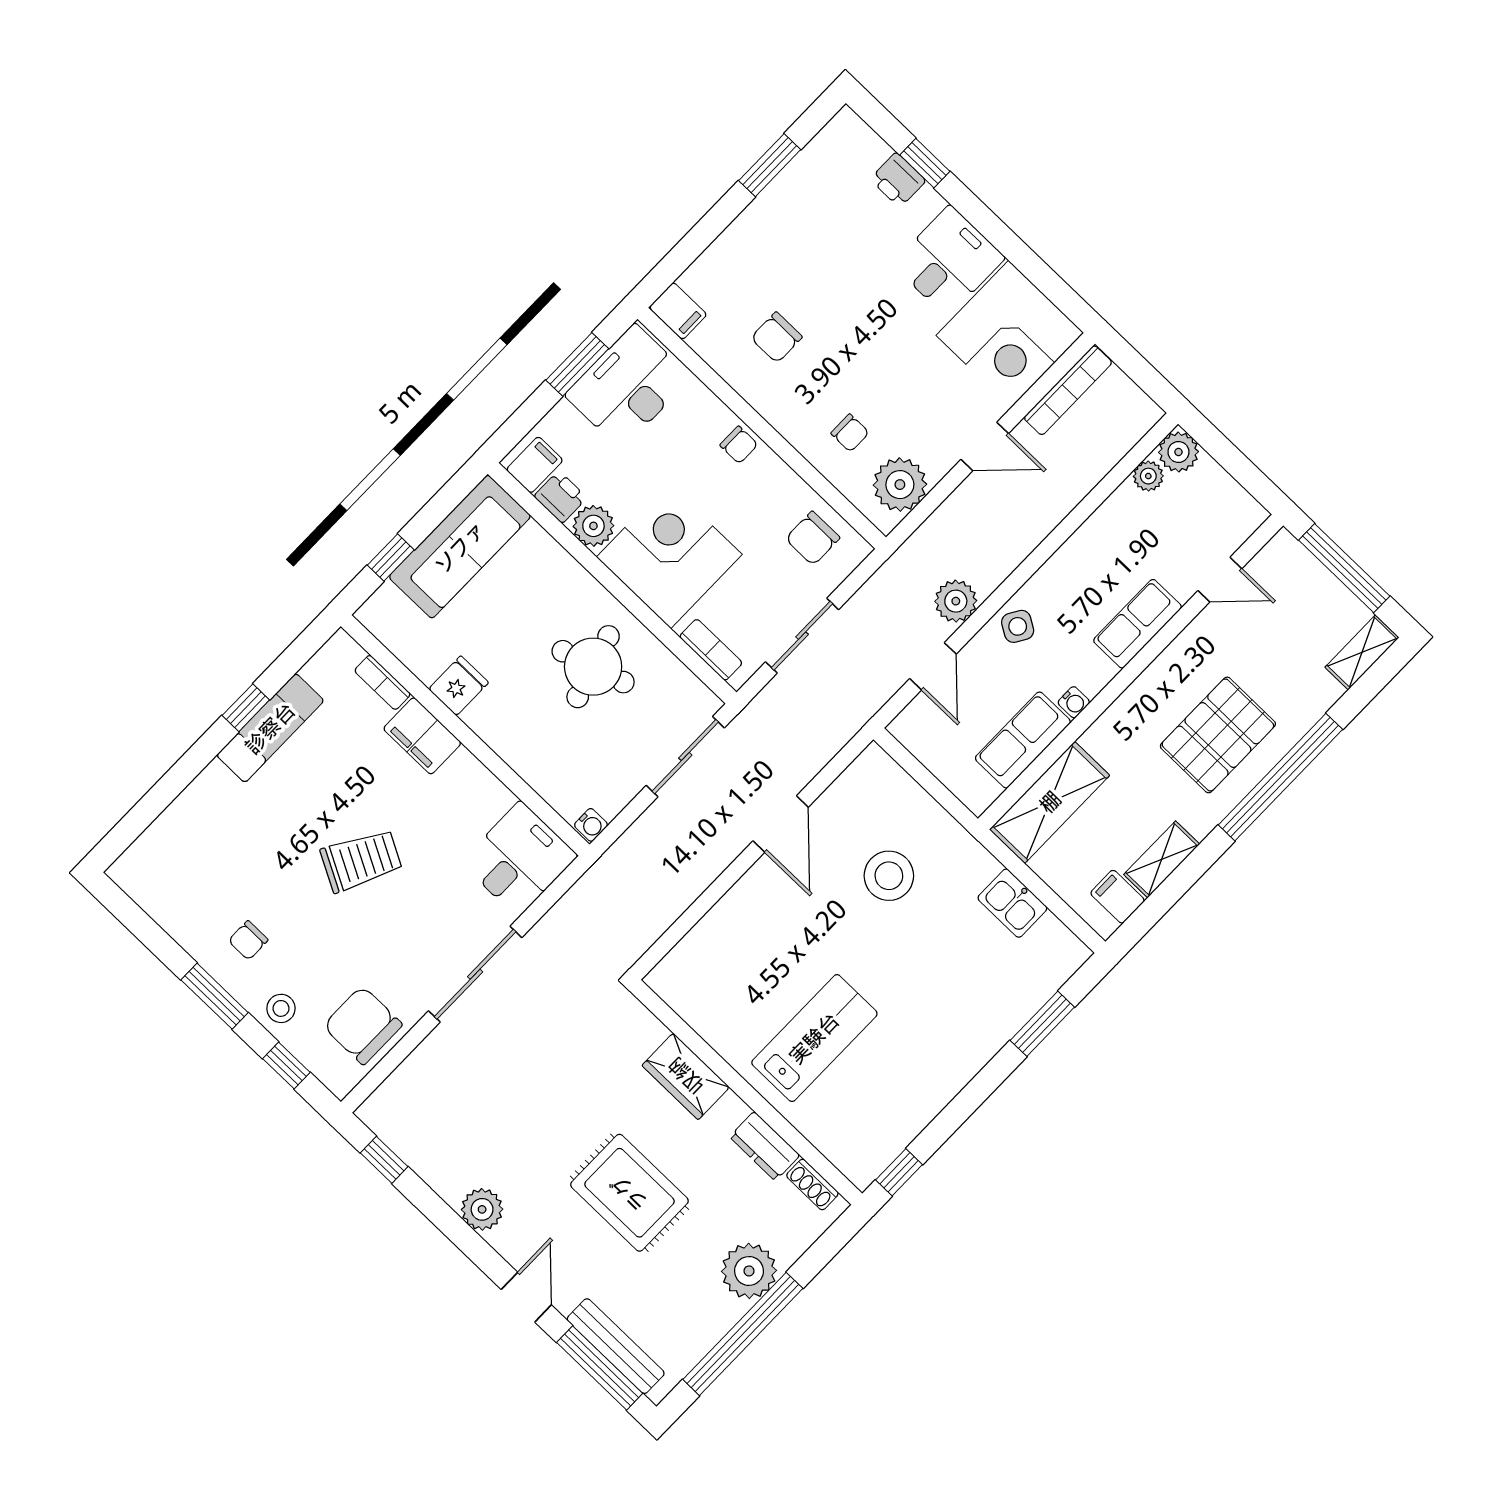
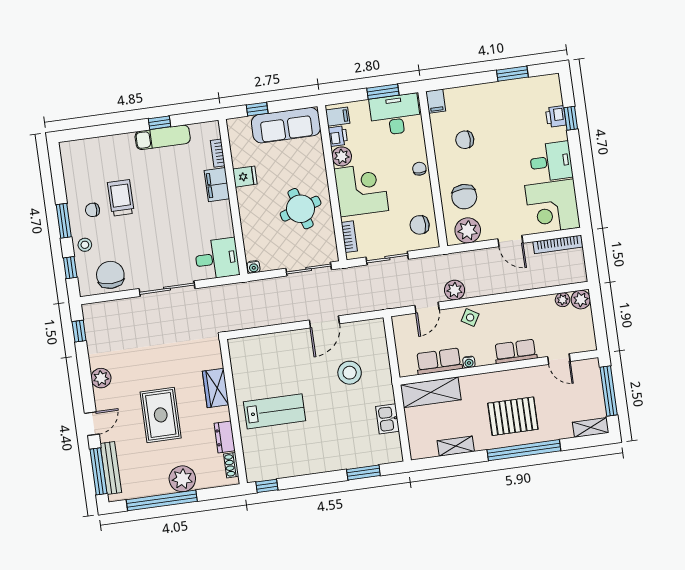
chair: (850, 433) -> (464, 197), width x1.87, depth x1.87
chair: (739, 445) -> (419, 169), turned 180
trolley: (361, 861) -> (121, 198), moved, turned -118
filing cabinet: (1117, 897) -> (428, 447), removed

